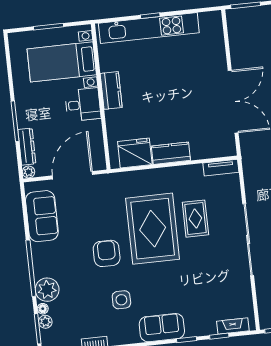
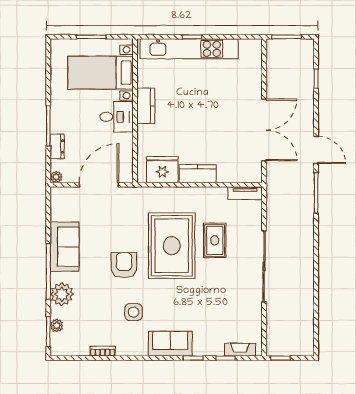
dresser: (27, 147) -> (57, 146), width x0.70
sofa: (42, 216) -> (65, 247), moved
floor lamp: (43, 309) -> (56, 312), removed

